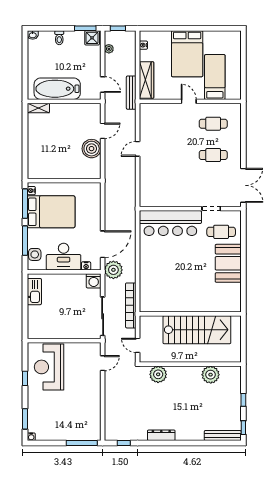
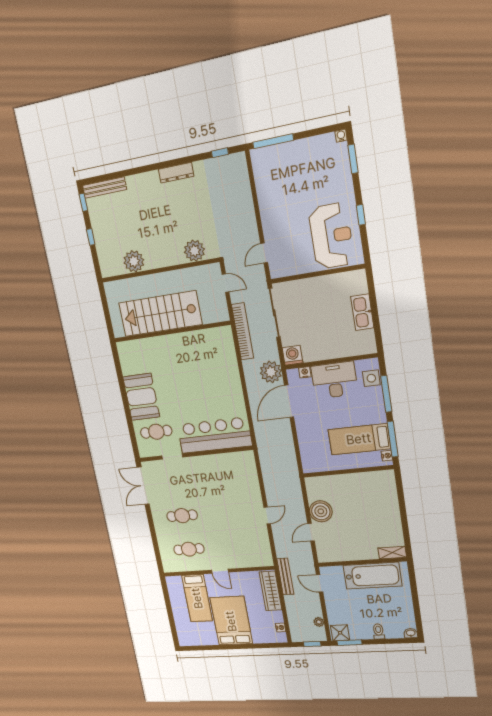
bed: (51, 212) -> (359, 439), width x0.67
kitchen sink: (34, 292) -> (362, 312), moved

